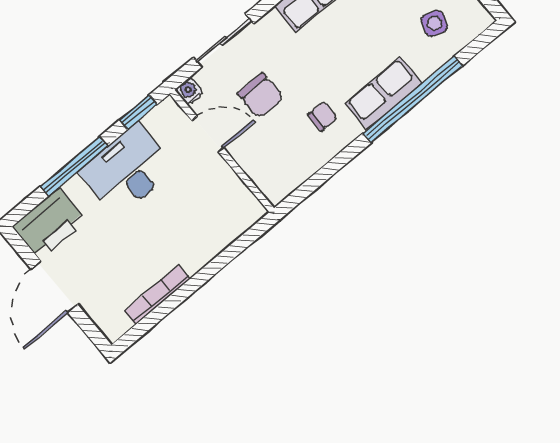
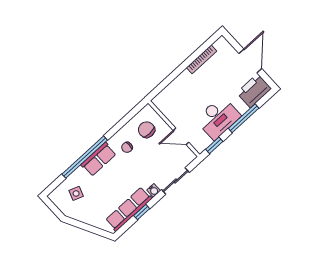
water cooler: (189, 91) -> (154, 190), moved
chair: (261, 95) -> (147, 130), moved

